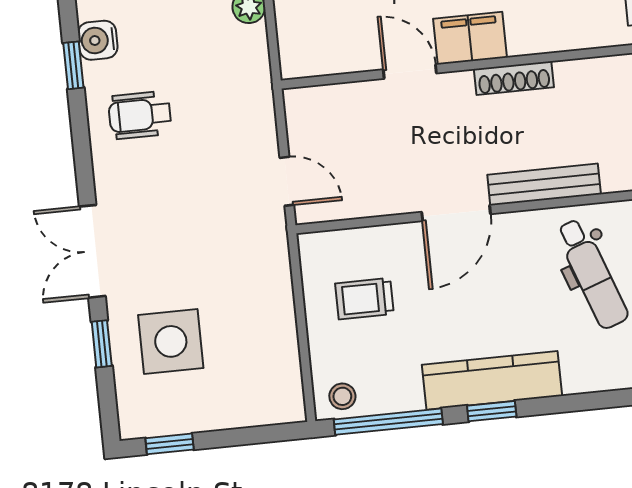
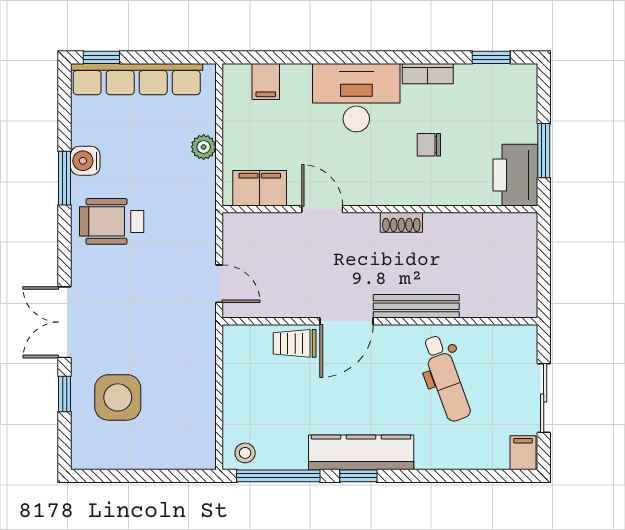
filing cabinet: (470, 38) -> (260, 188), moved
window: (73, 65) -> (65, 178), width x1.50
shoe rack: (514, 78) -> (401, 222), width x0.70
wheelchair: (140, 115) -> (112, 221), width x1.36, depth x1.37
trolley: (364, 299) -> (295, 343), moved
window: (170, 444) -> (109, 476), removed

